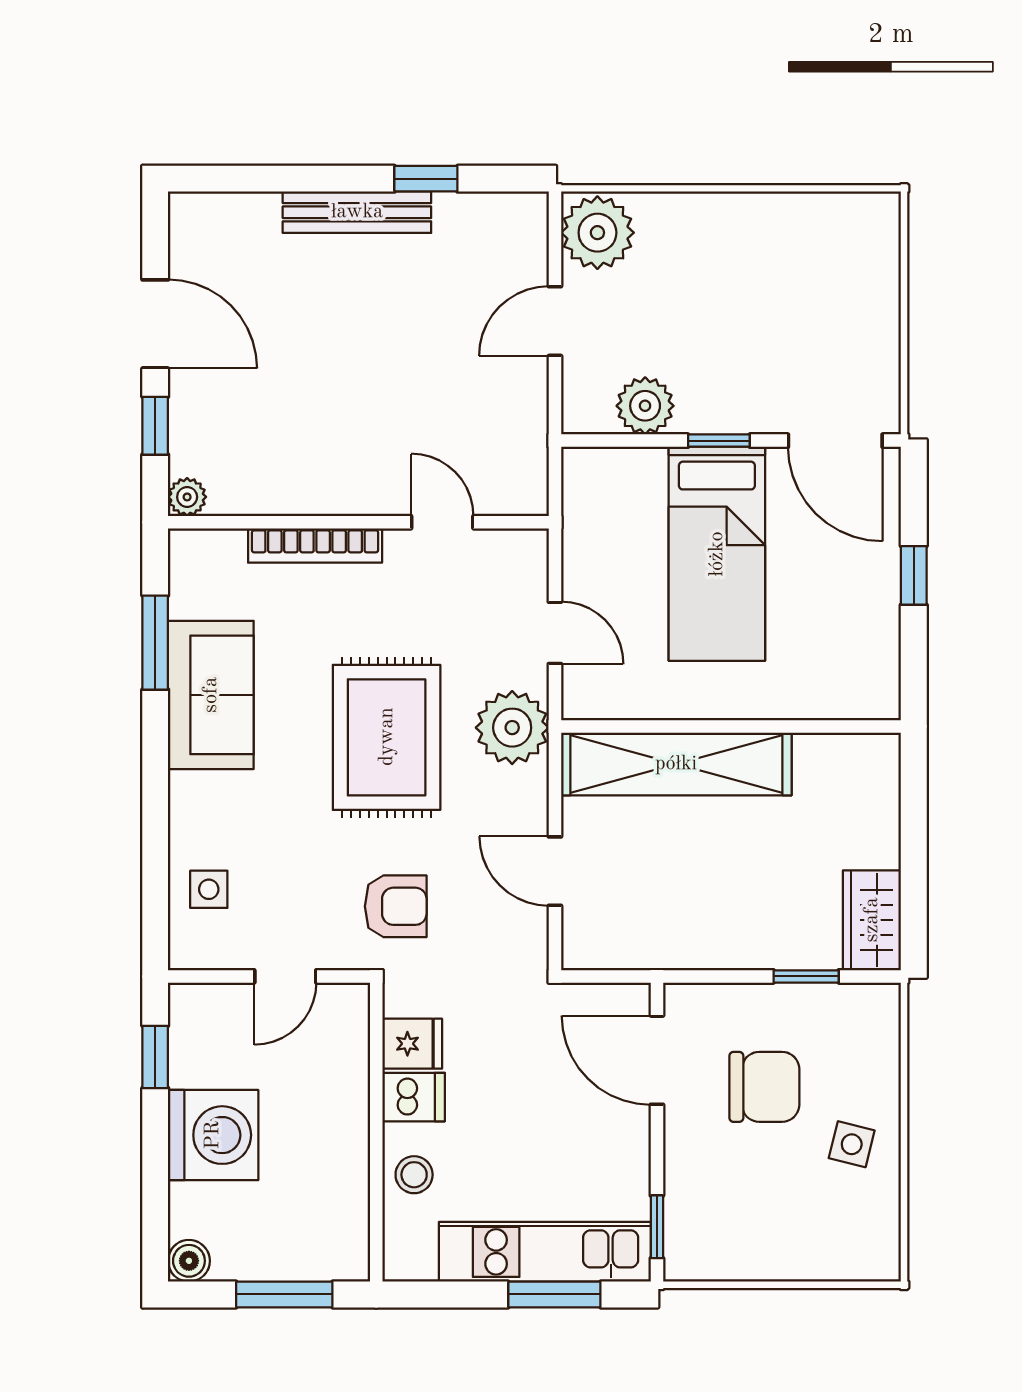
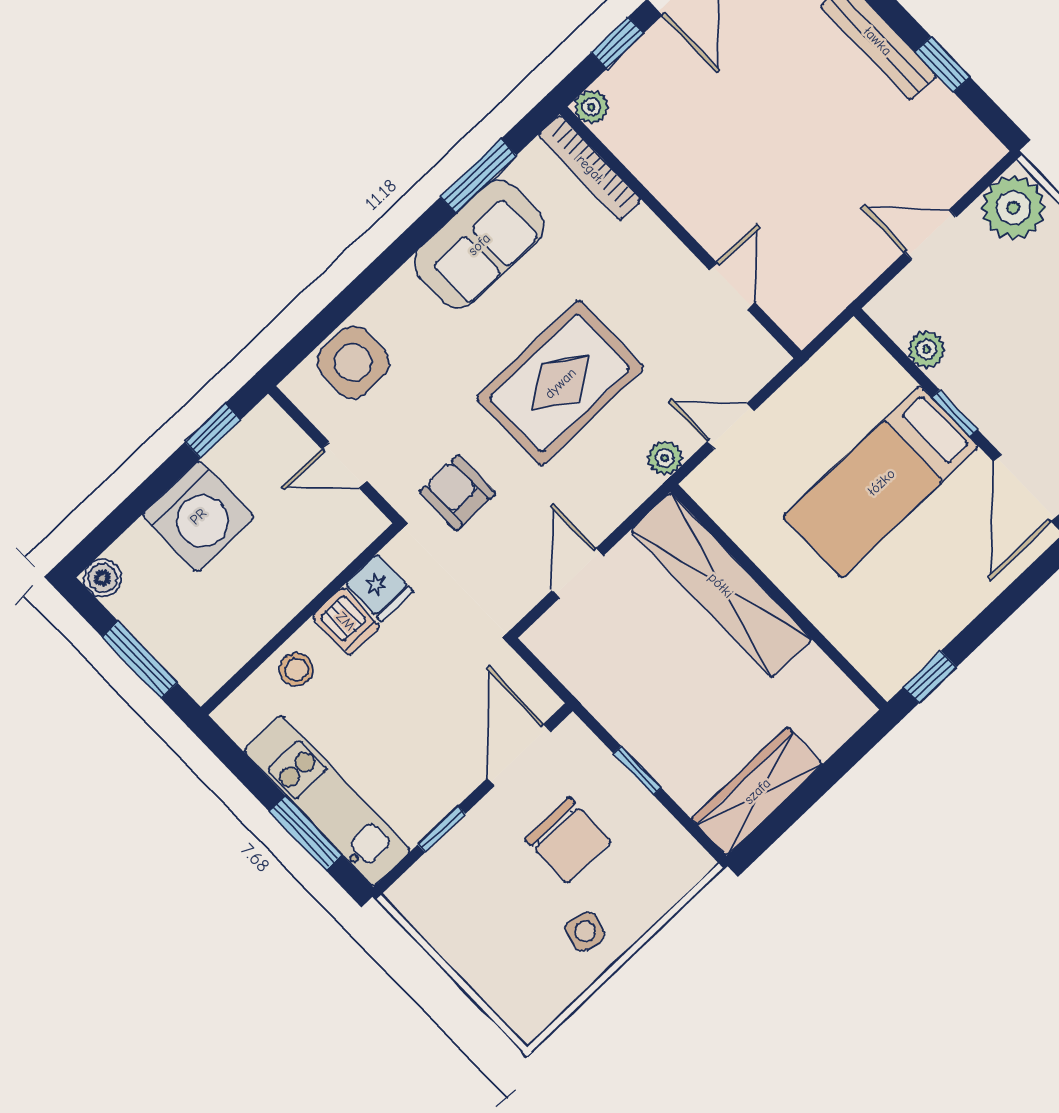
plant: (645, 406) -> (927, 349), width x0.73, depth x0.73
bookcase: (315, 545) -> (590, 168), moved
window: (914, 575) -> (930, 677), moved
door: (555, 633) -> (730, 426), swing flipped
plant: (512, 728) -> (665, 458), width x0.53, depth x0.53
side table: (209, 889) -> (353, 362), width x1.87, depth x1.87
armchair: (396, 906) -> (457, 493), turned 180
wardrobe: (872, 920) -> (757, 791), width x1.50
window: (806, 976) -> (637, 771), moved
window: (657, 1227) -> (442, 829), moved

